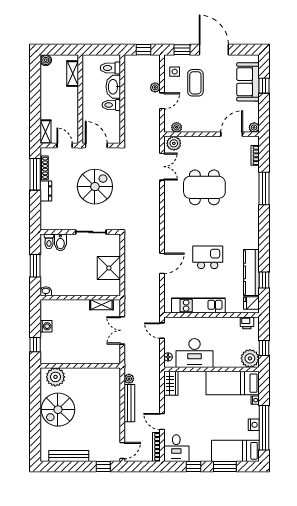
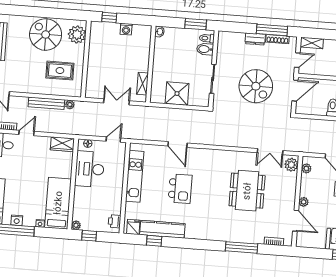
plant: (254, 127) -> (304, 202), moved
window: (35, 266) -> (196, 24), moved
plant: (250, 358) -> (76, 225), width x0.53, depth x0.53
rug: (94, 392) -> (60, 71), added

